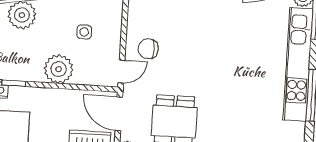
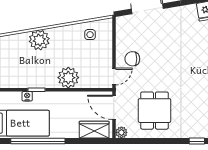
side table: (84, 32) -> (90, 35), moved

